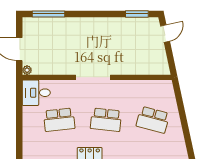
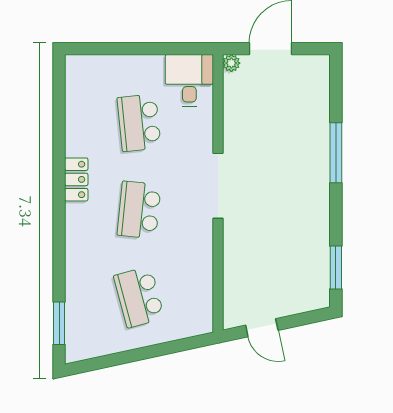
window: (49, 14) -> (336, 153), moved
door: (165, 34) -> (262, 328), moved
school desk: (153, 120) -> (139, 297), turned -30

